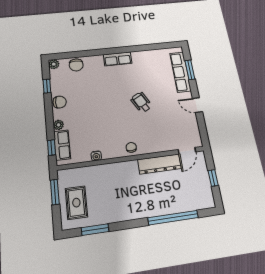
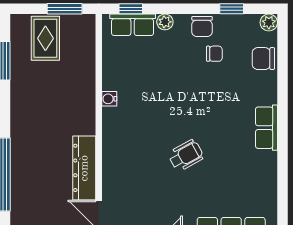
chair: (131, 147) -> (214, 54), moved
water cooler: (96, 156) -> (109, 99), moved
rug: (76, 203) -> (45, 38), turned 90

